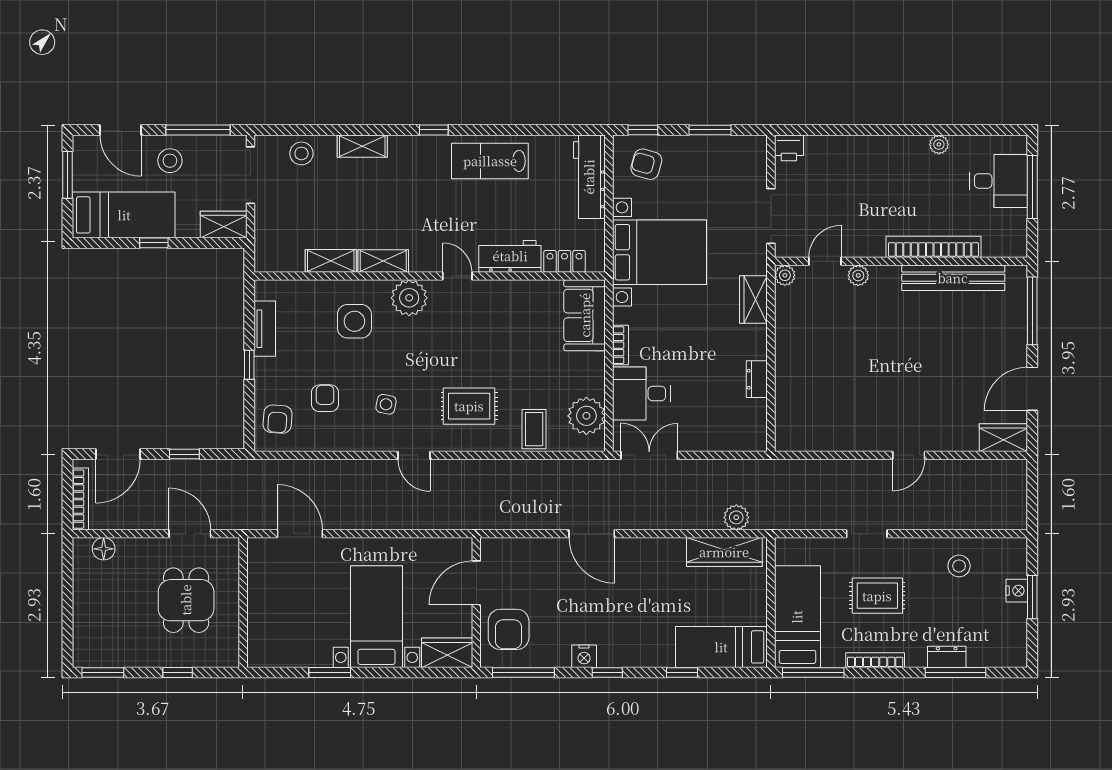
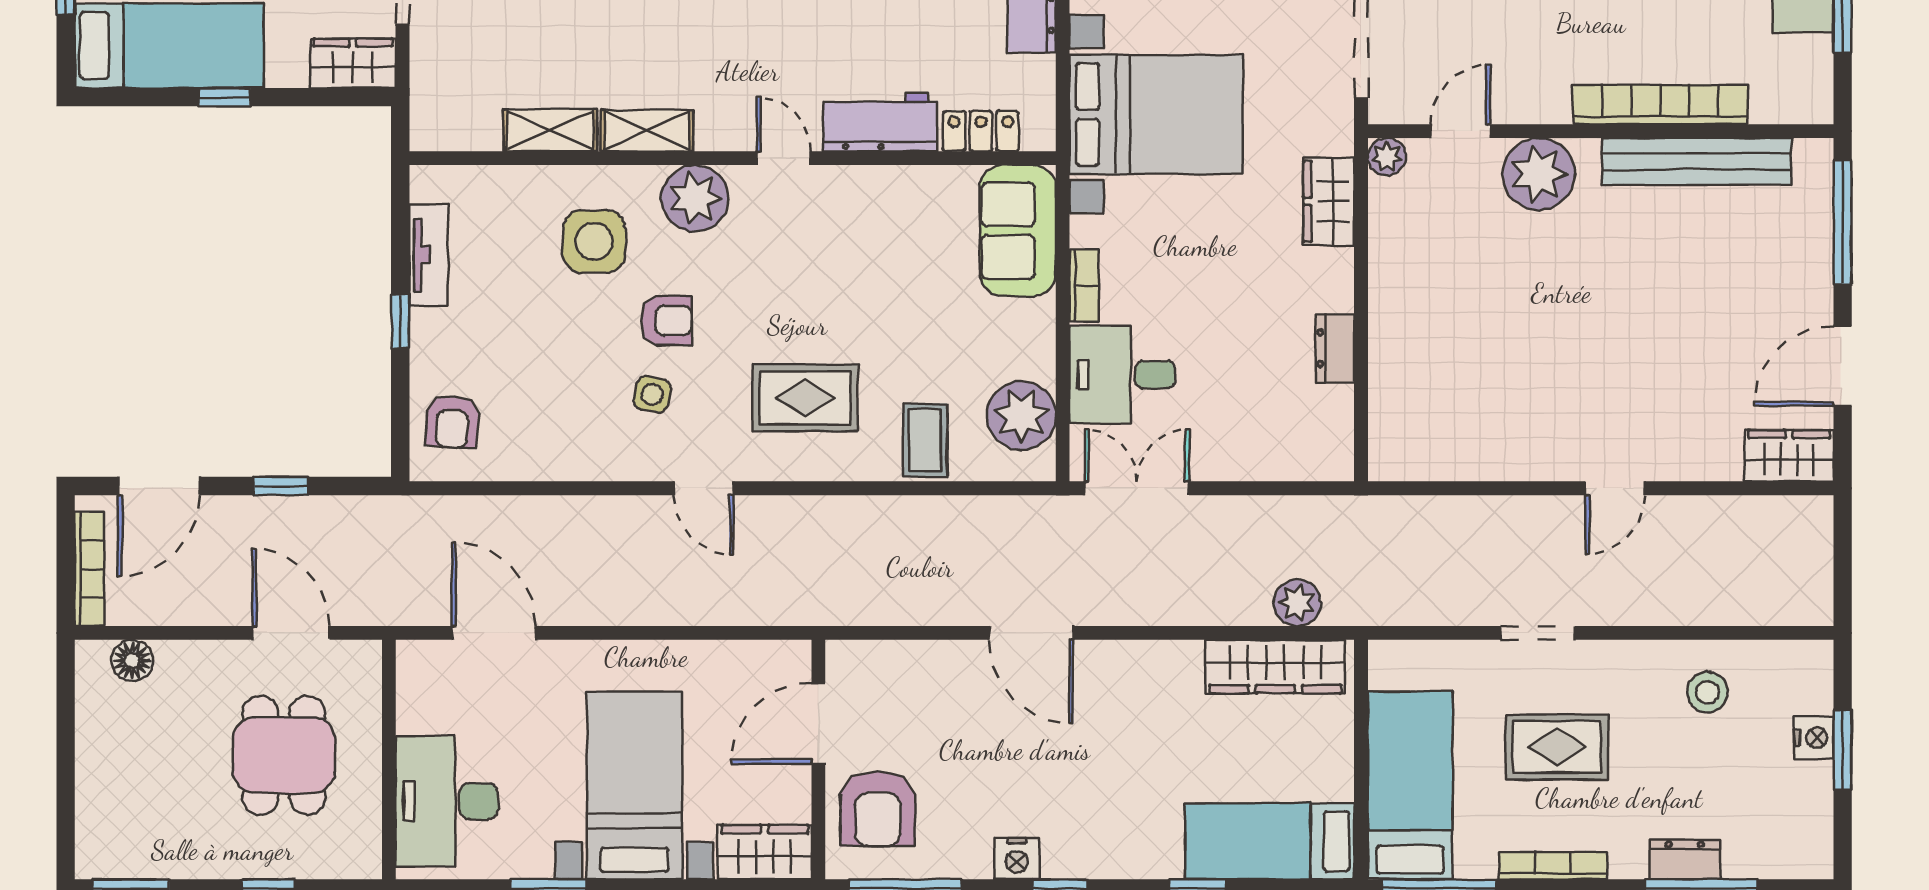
plant: (858, 275) -> (1539, 174), width x1.87, depth x1.87
armchair: (325, 398) -> (667, 321), moved, turned 90
desk: (275, 625) -> (447, 801), added

